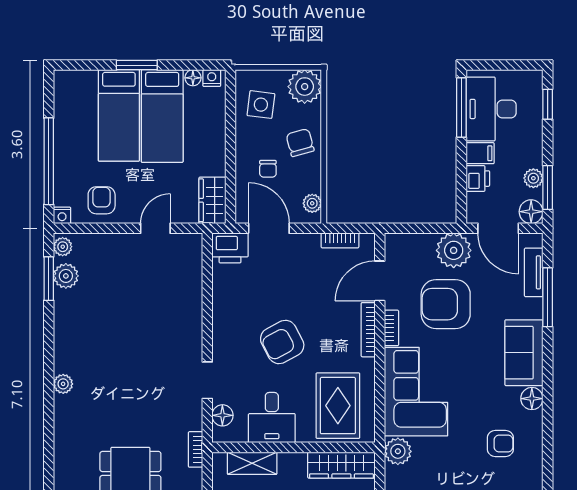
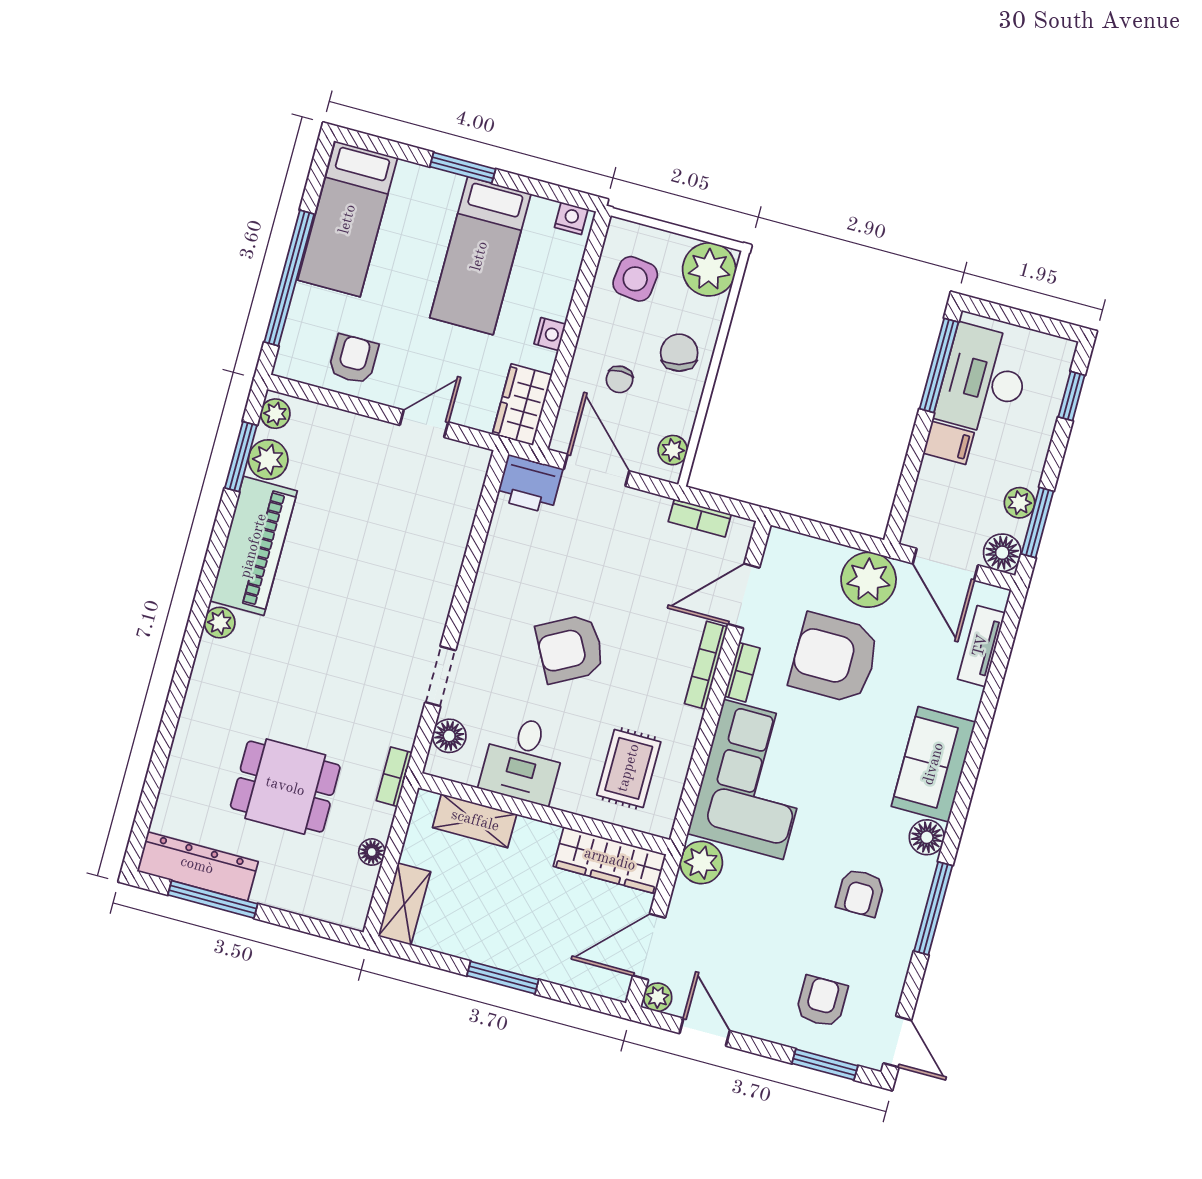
floor lamp: (193, 78) -> (543, 210), removed
bed: (119, 115) -> (348, 219), moved
printer: (478, 179) -> (935, 480), removed
nightstand: (62, 215) -> (550, 334), moved, turned -90
window: (548, 297) -> (933, 908), moved
piano: (71, 331) -> (254, 546), added
rug: (338, 406) -> (629, 768), width x0.73, depth x0.70
armchair: (500, 443) -> (860, 893), turned 90

